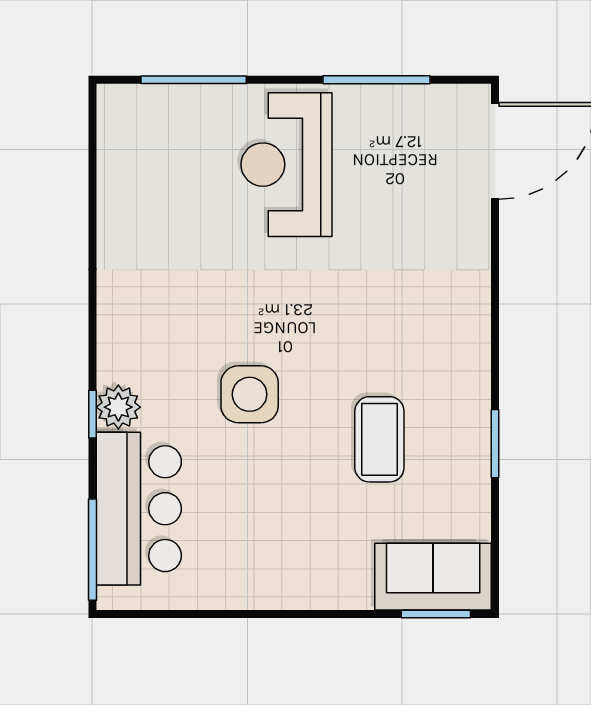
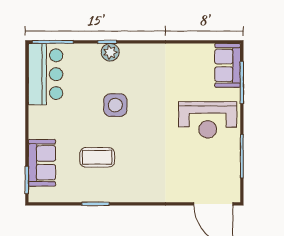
sofa: (151, 115) -> (228, 65), added
reception desk: (286, 165) -> (208, 120), turned 180
bar counter: (139, 509) -> (46, 74), moved, turned -90
sofa: (433, 577) -> (42, 163), moved

